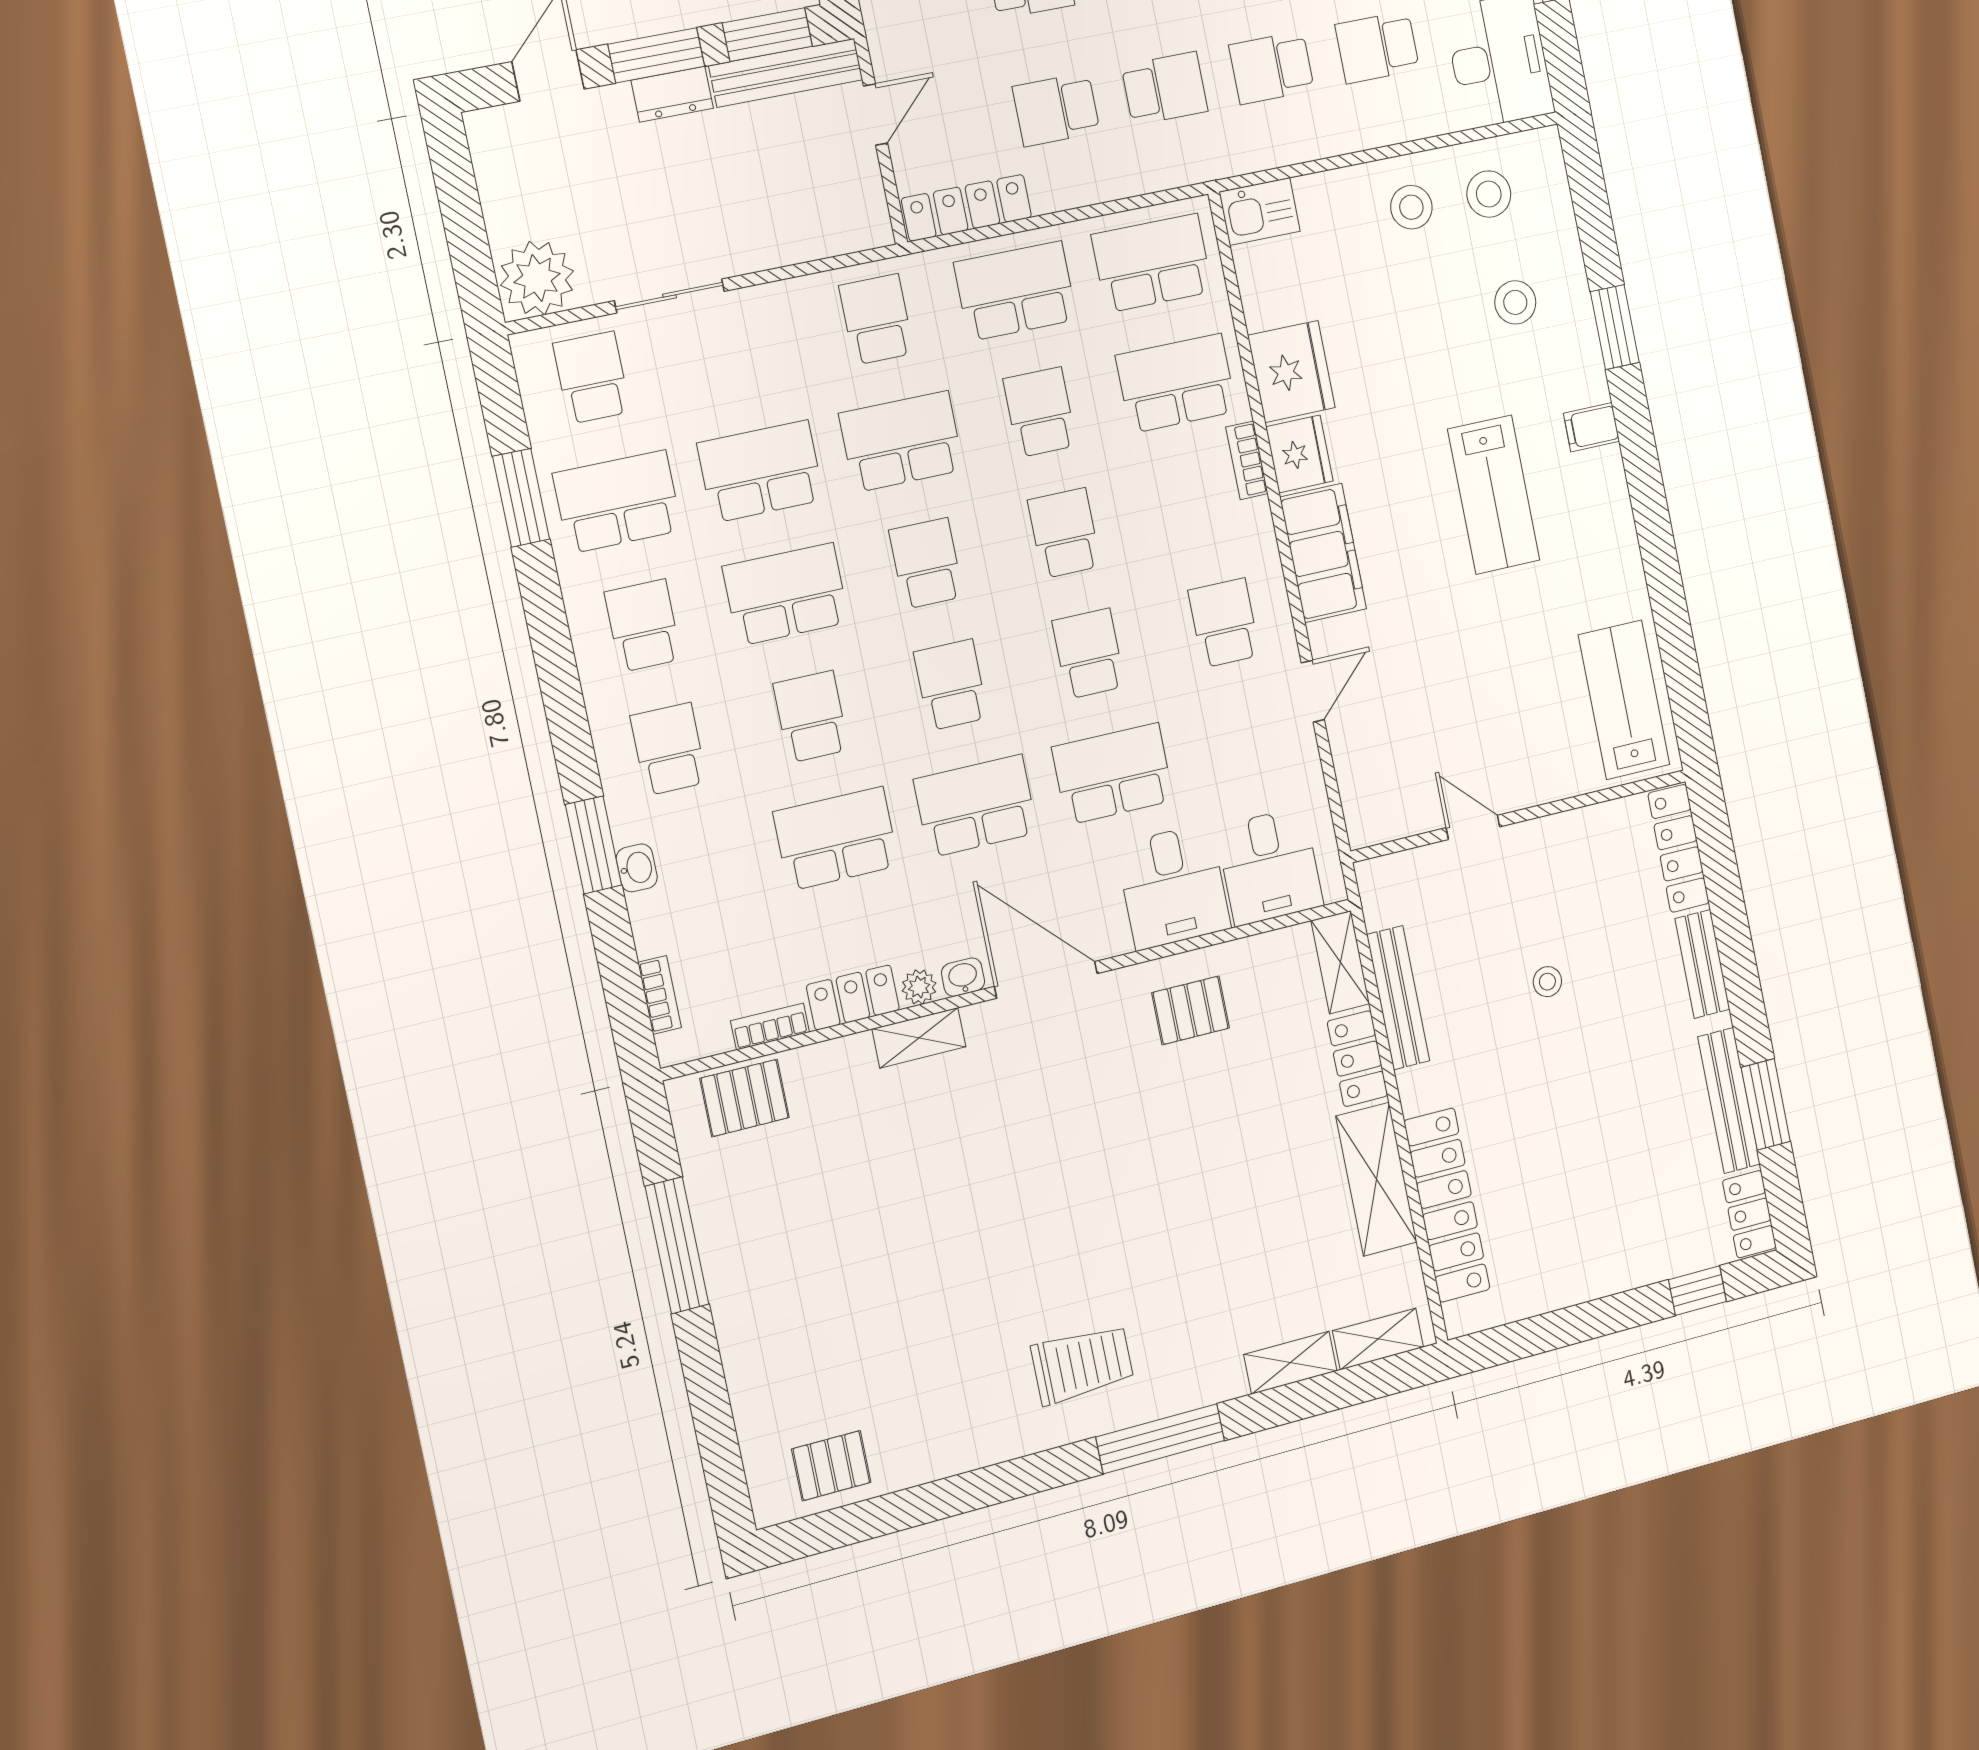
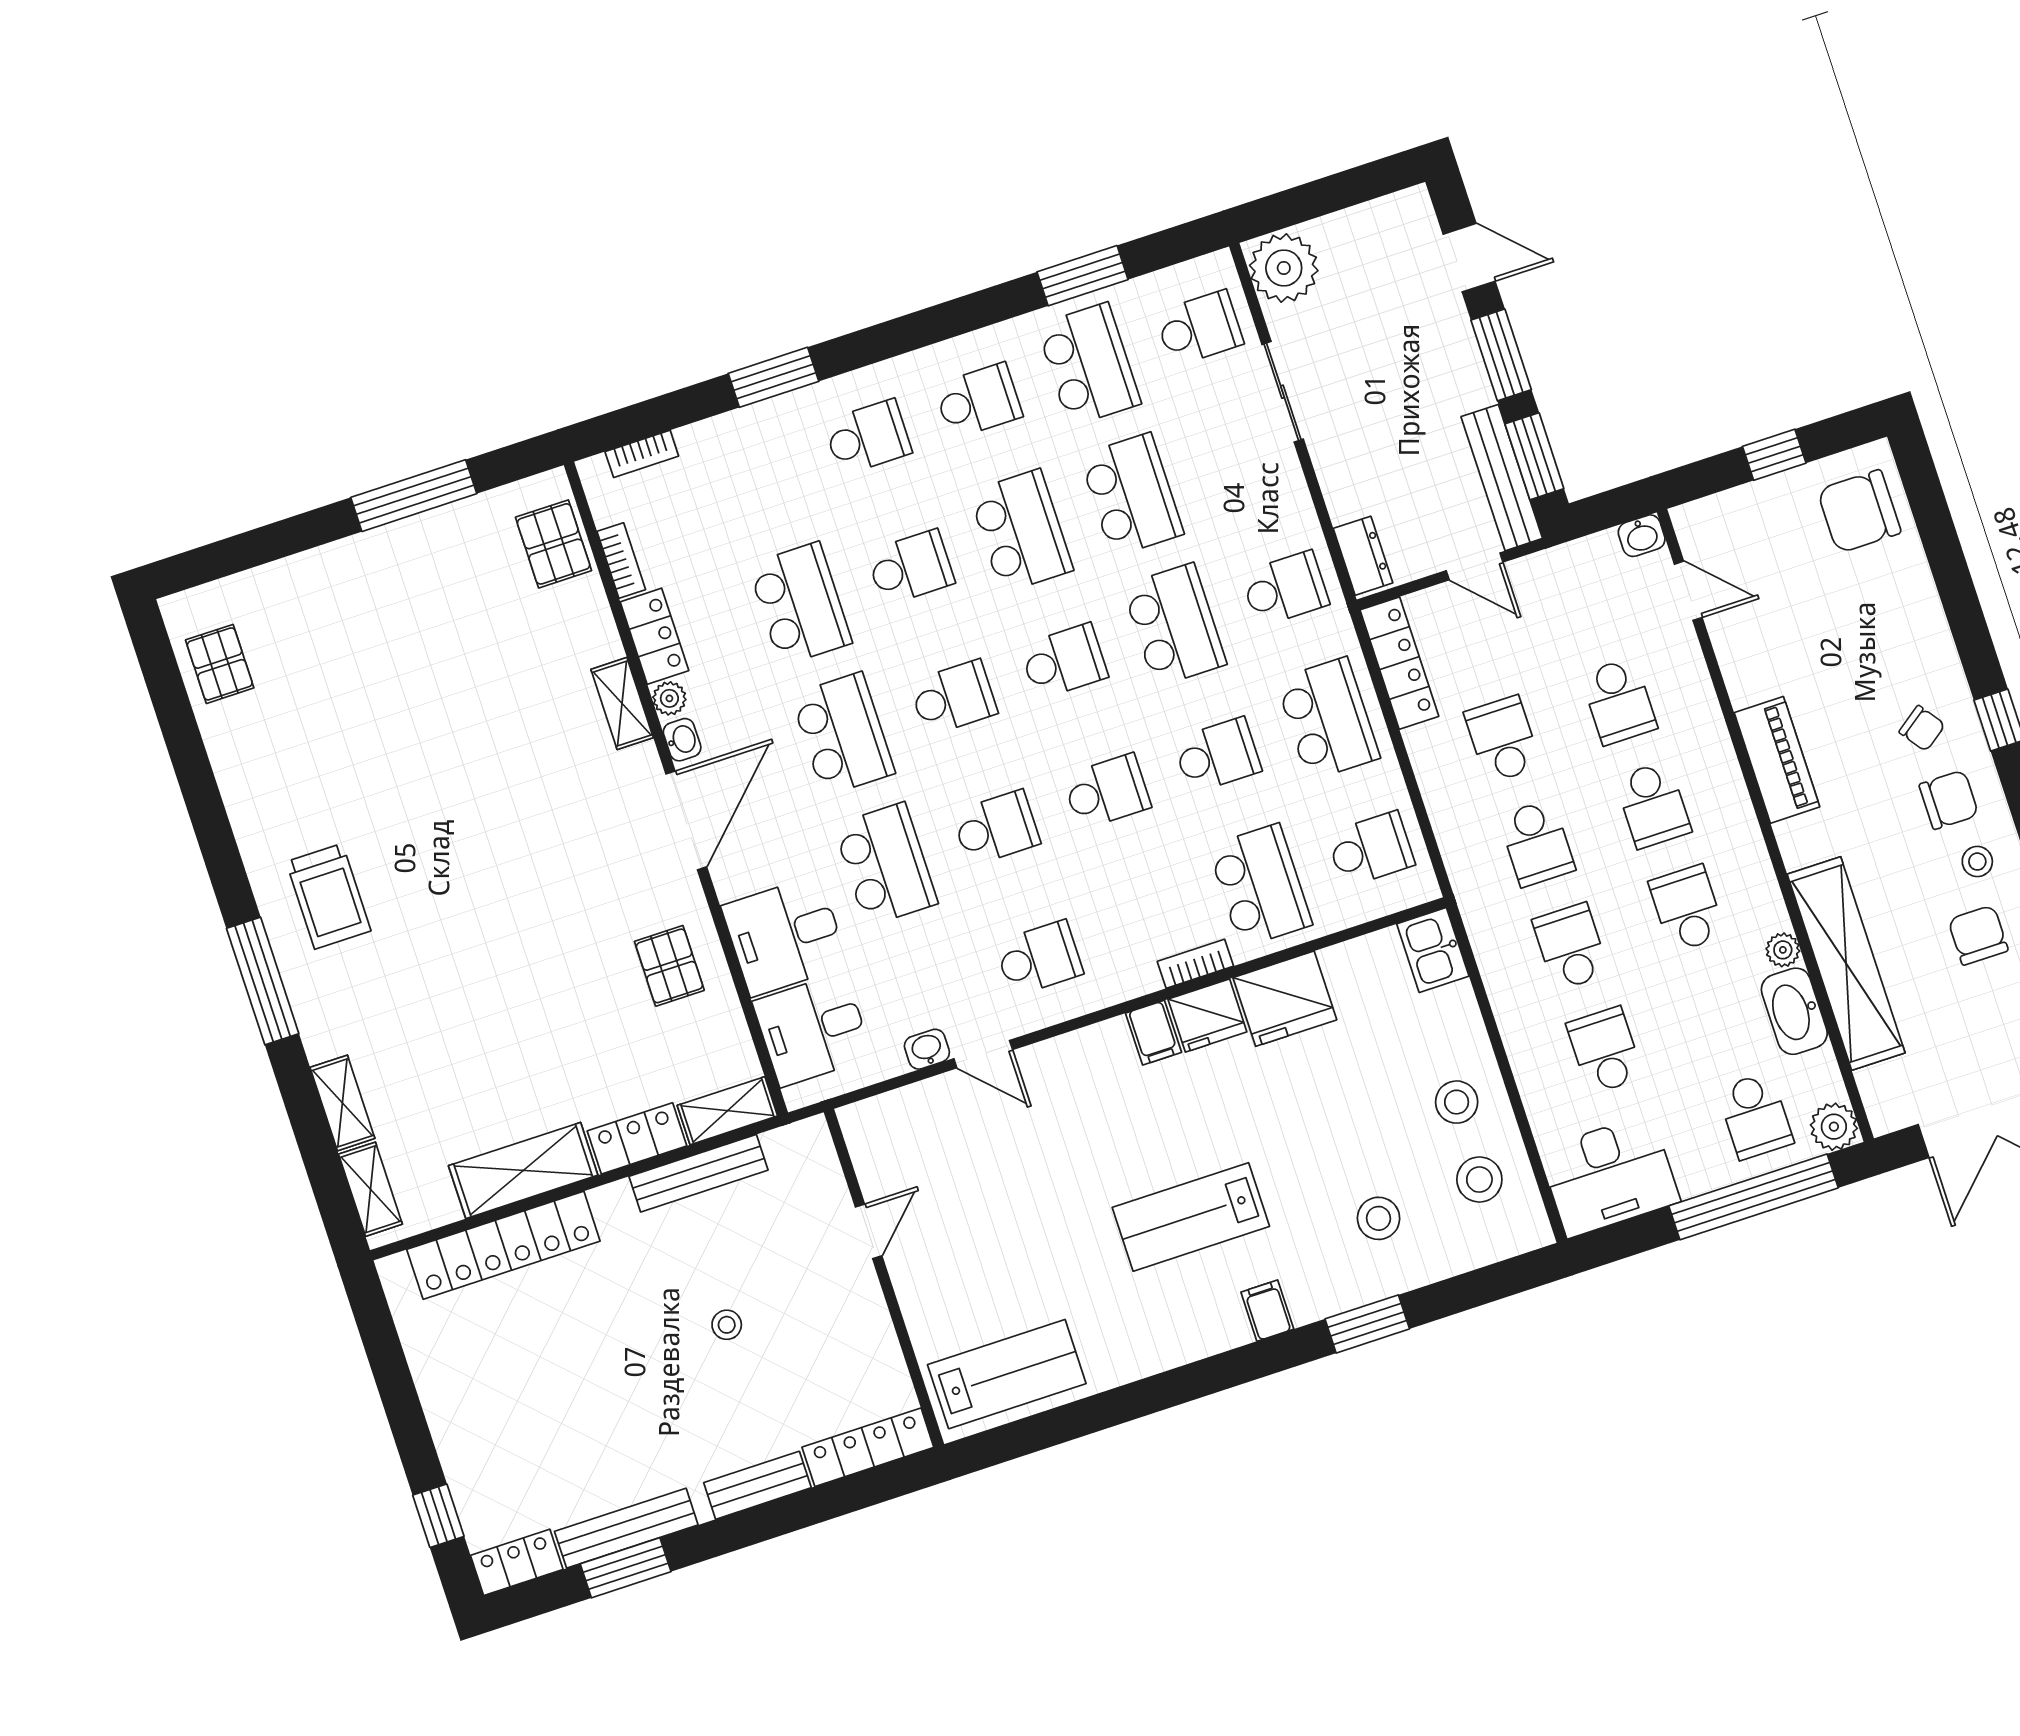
dresser: (672, 94) -> (1363, 556), moved, turned 180
school desk: (1152, 263) -> (1371, 849), width x0.54
filing cabinet: (1323, 553) -> (1153, 1033), width x0.33, depth x0.86
washbasin: (637, 868) -> (927, 1049), moved, turned 180

